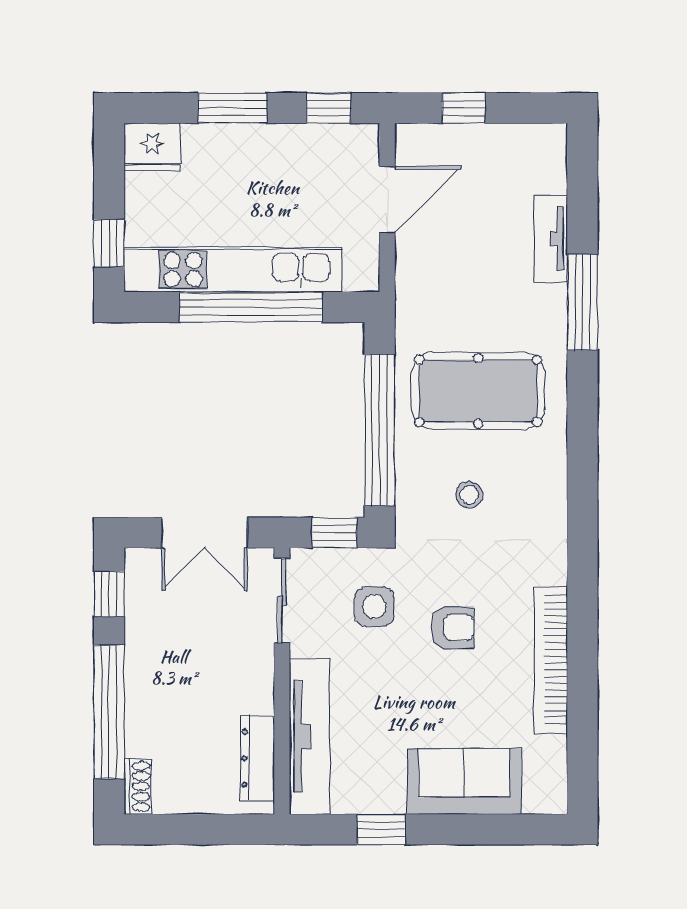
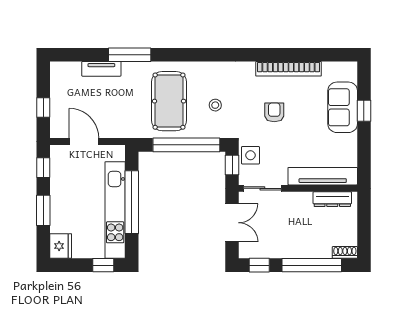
side table: (374, 607) -> (250, 155), moved
window: (381, 829) -> (364, 111), moved

